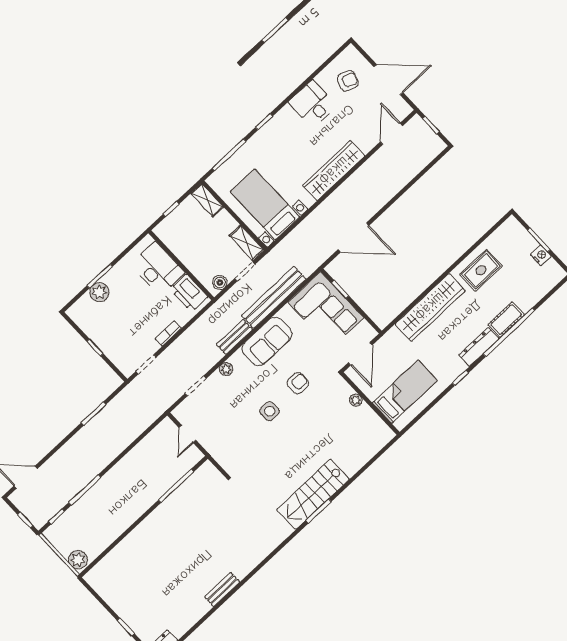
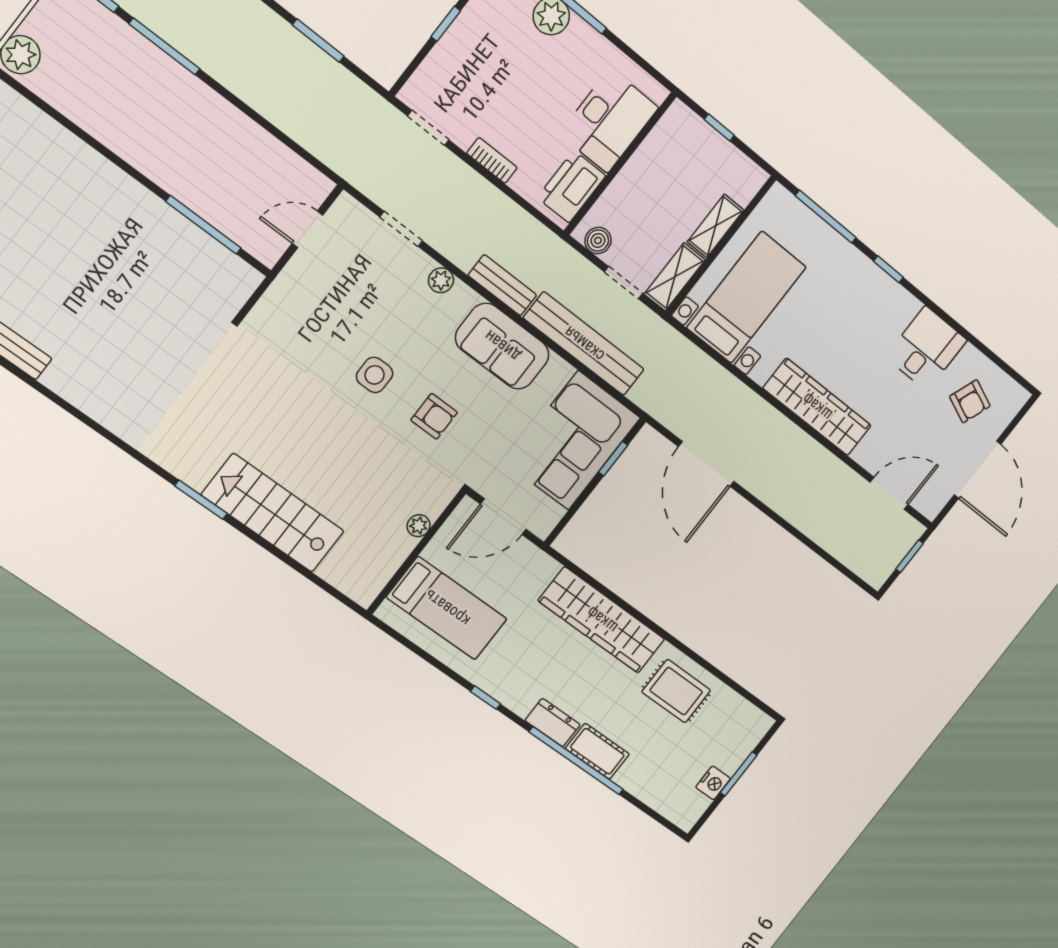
shelving: (207, 200) -> (716, 226), moved
dresser: (479, 347) -> (553, 723), width x0.70
stairs: (313, 494) -> (273, 513), moved

